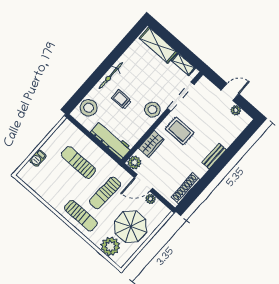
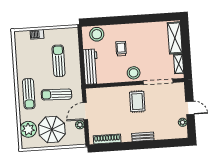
bicycle: (111, 75) -> (129, 28), removed
wardrobe: (151, 144) -> (113, 93), removed
plant: (134, 163) -> (92, 94), removed
door: (143, 183) -> (85, 111), hinge flipped

